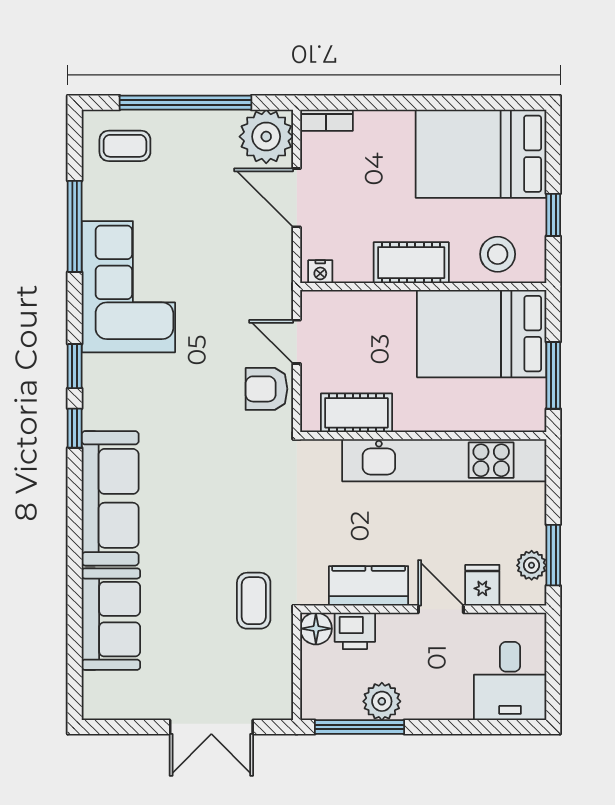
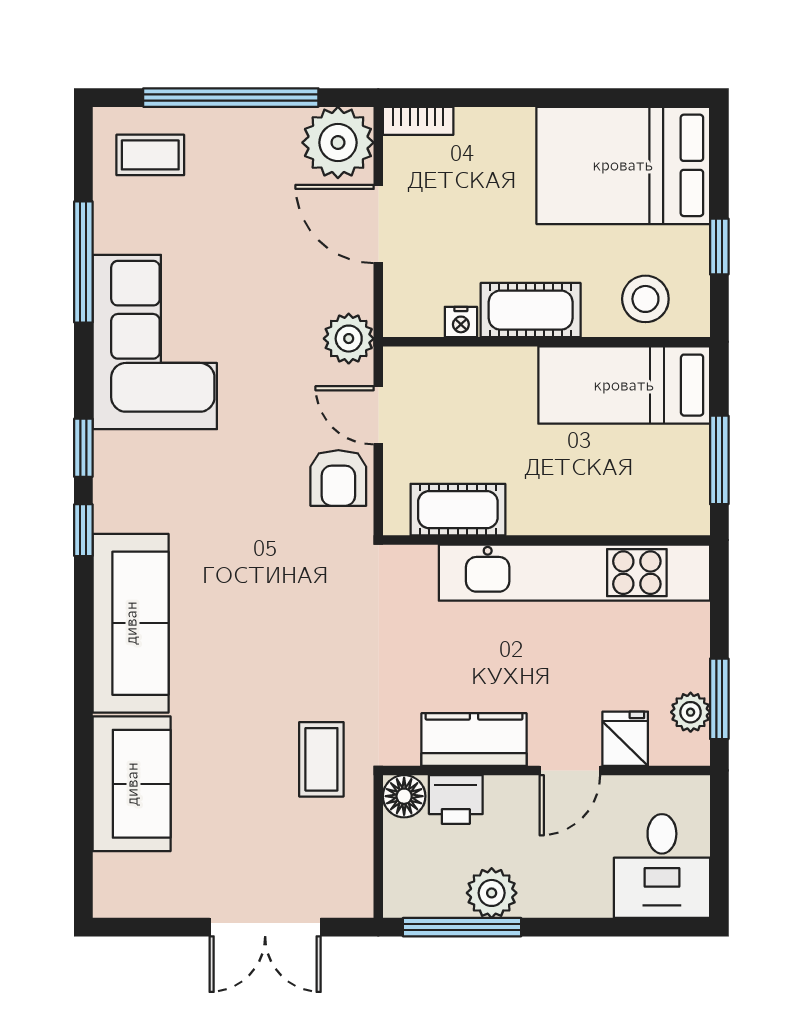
nightstand: (320, 272) -> (461, 322), moved
plant: (274, 284) -> (349, 339), added
bed: (482, 334) -> (624, 385), width x0.67
armchair: (266, 389) -> (338, 478), turned -90
door: (441, 609) -> (570, 770), swing flipped

